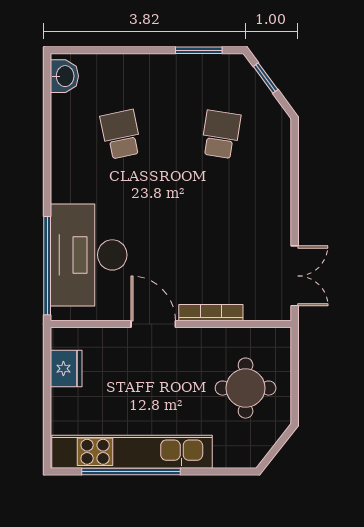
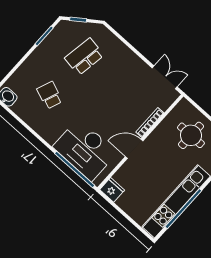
school desk: (121, 134) -> (50, 95), turned 33
school desk: (221, 134) -> (84, 57), width x1.85
fridge: (66, 369) -> (112, 190), moved

